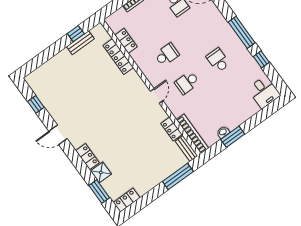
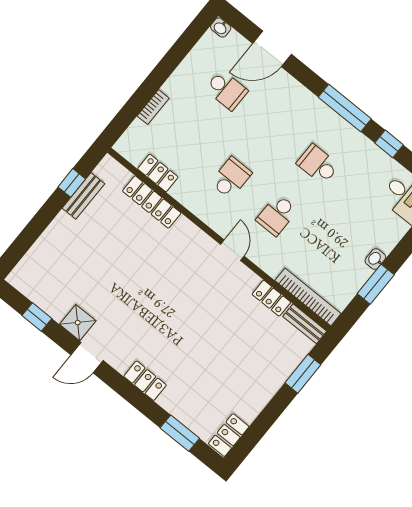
washbasin: (223, 132) -> (375, 259), moved
shower: (101, 172) -> (78, 323), moved
window: (178, 177) -> (303, 374), width x0.69

